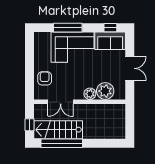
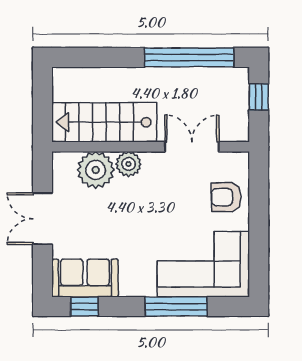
corner sofa: (73, 47) -> (203, 264), moved
armchair: (45, 78) -> (226, 197), turned 89
stairs: (58, 130) -> (104, 122), moved, turned 180

